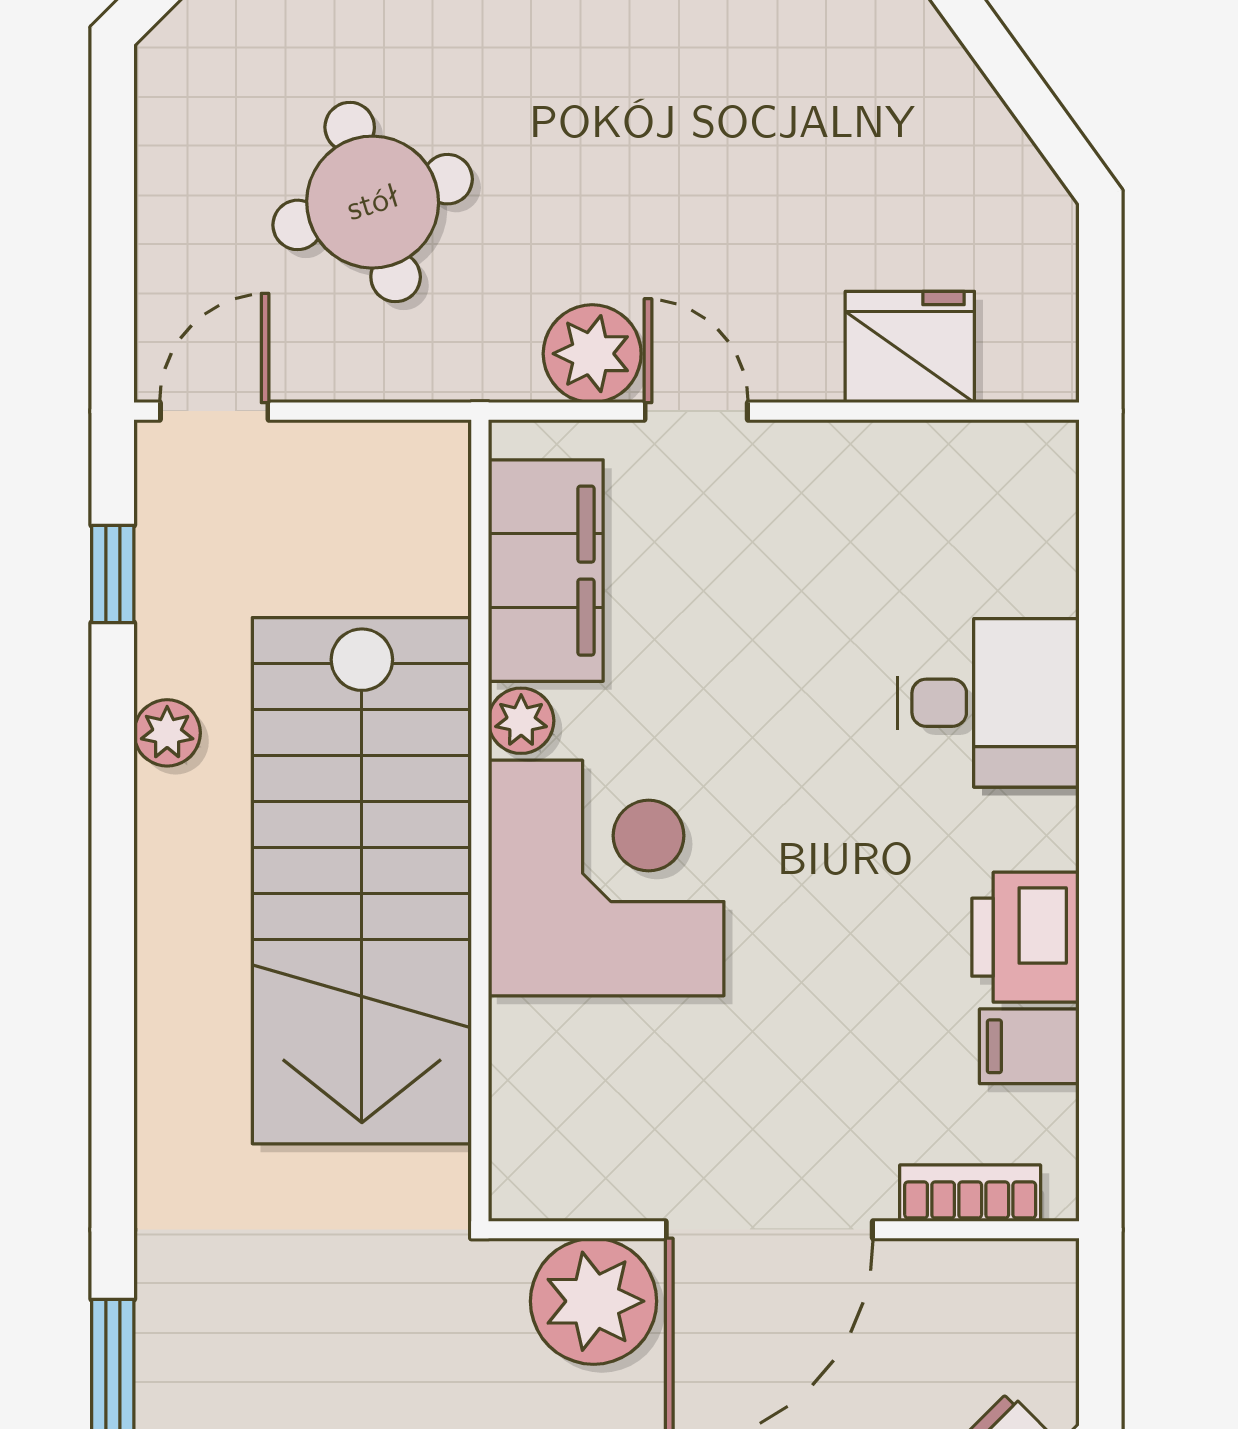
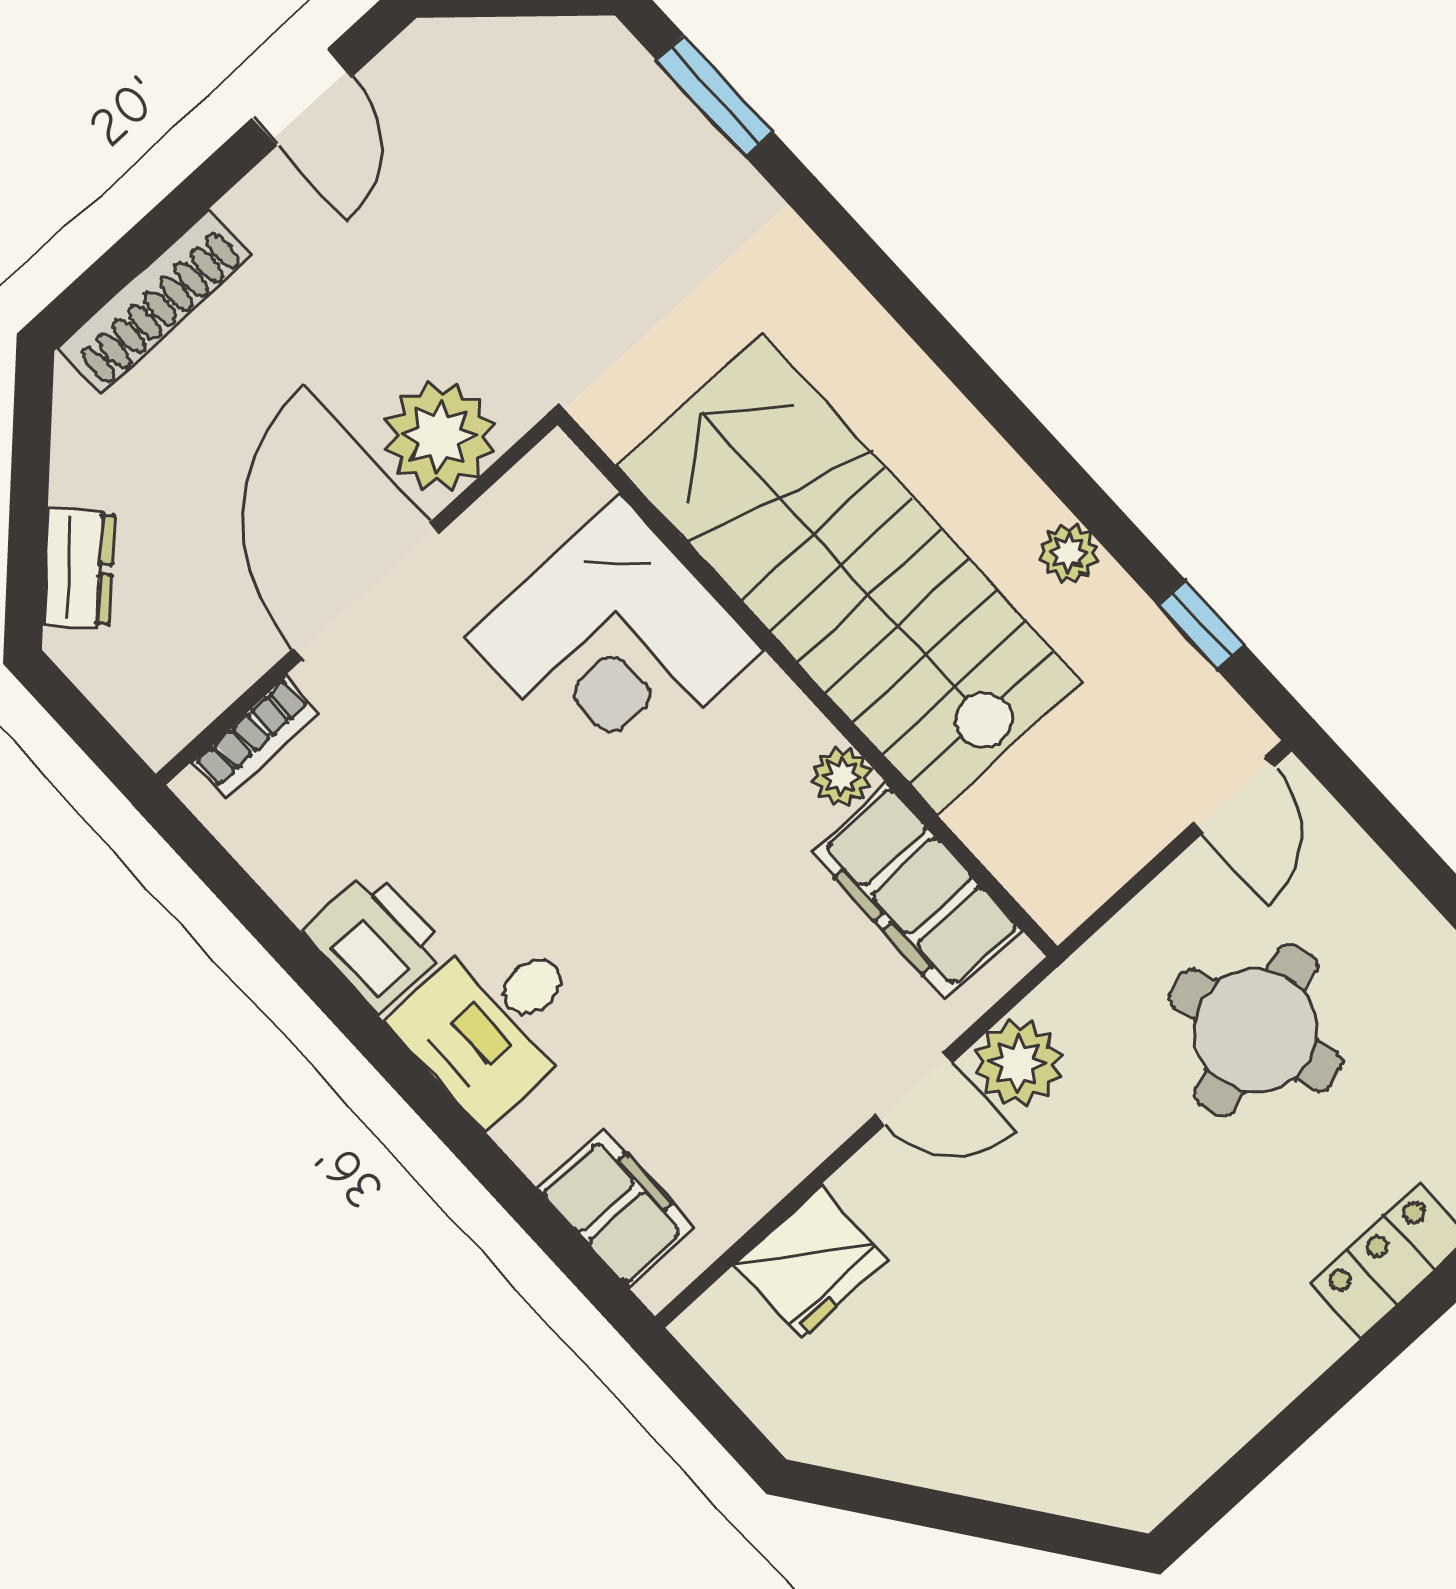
desk: (988, 703) -> (495, 1021), moved
corner desk: (606, 878) -> (614, 643), moved
filing cabinet: (1029, 1046) -> (616, 1208), moved, width x2.00

